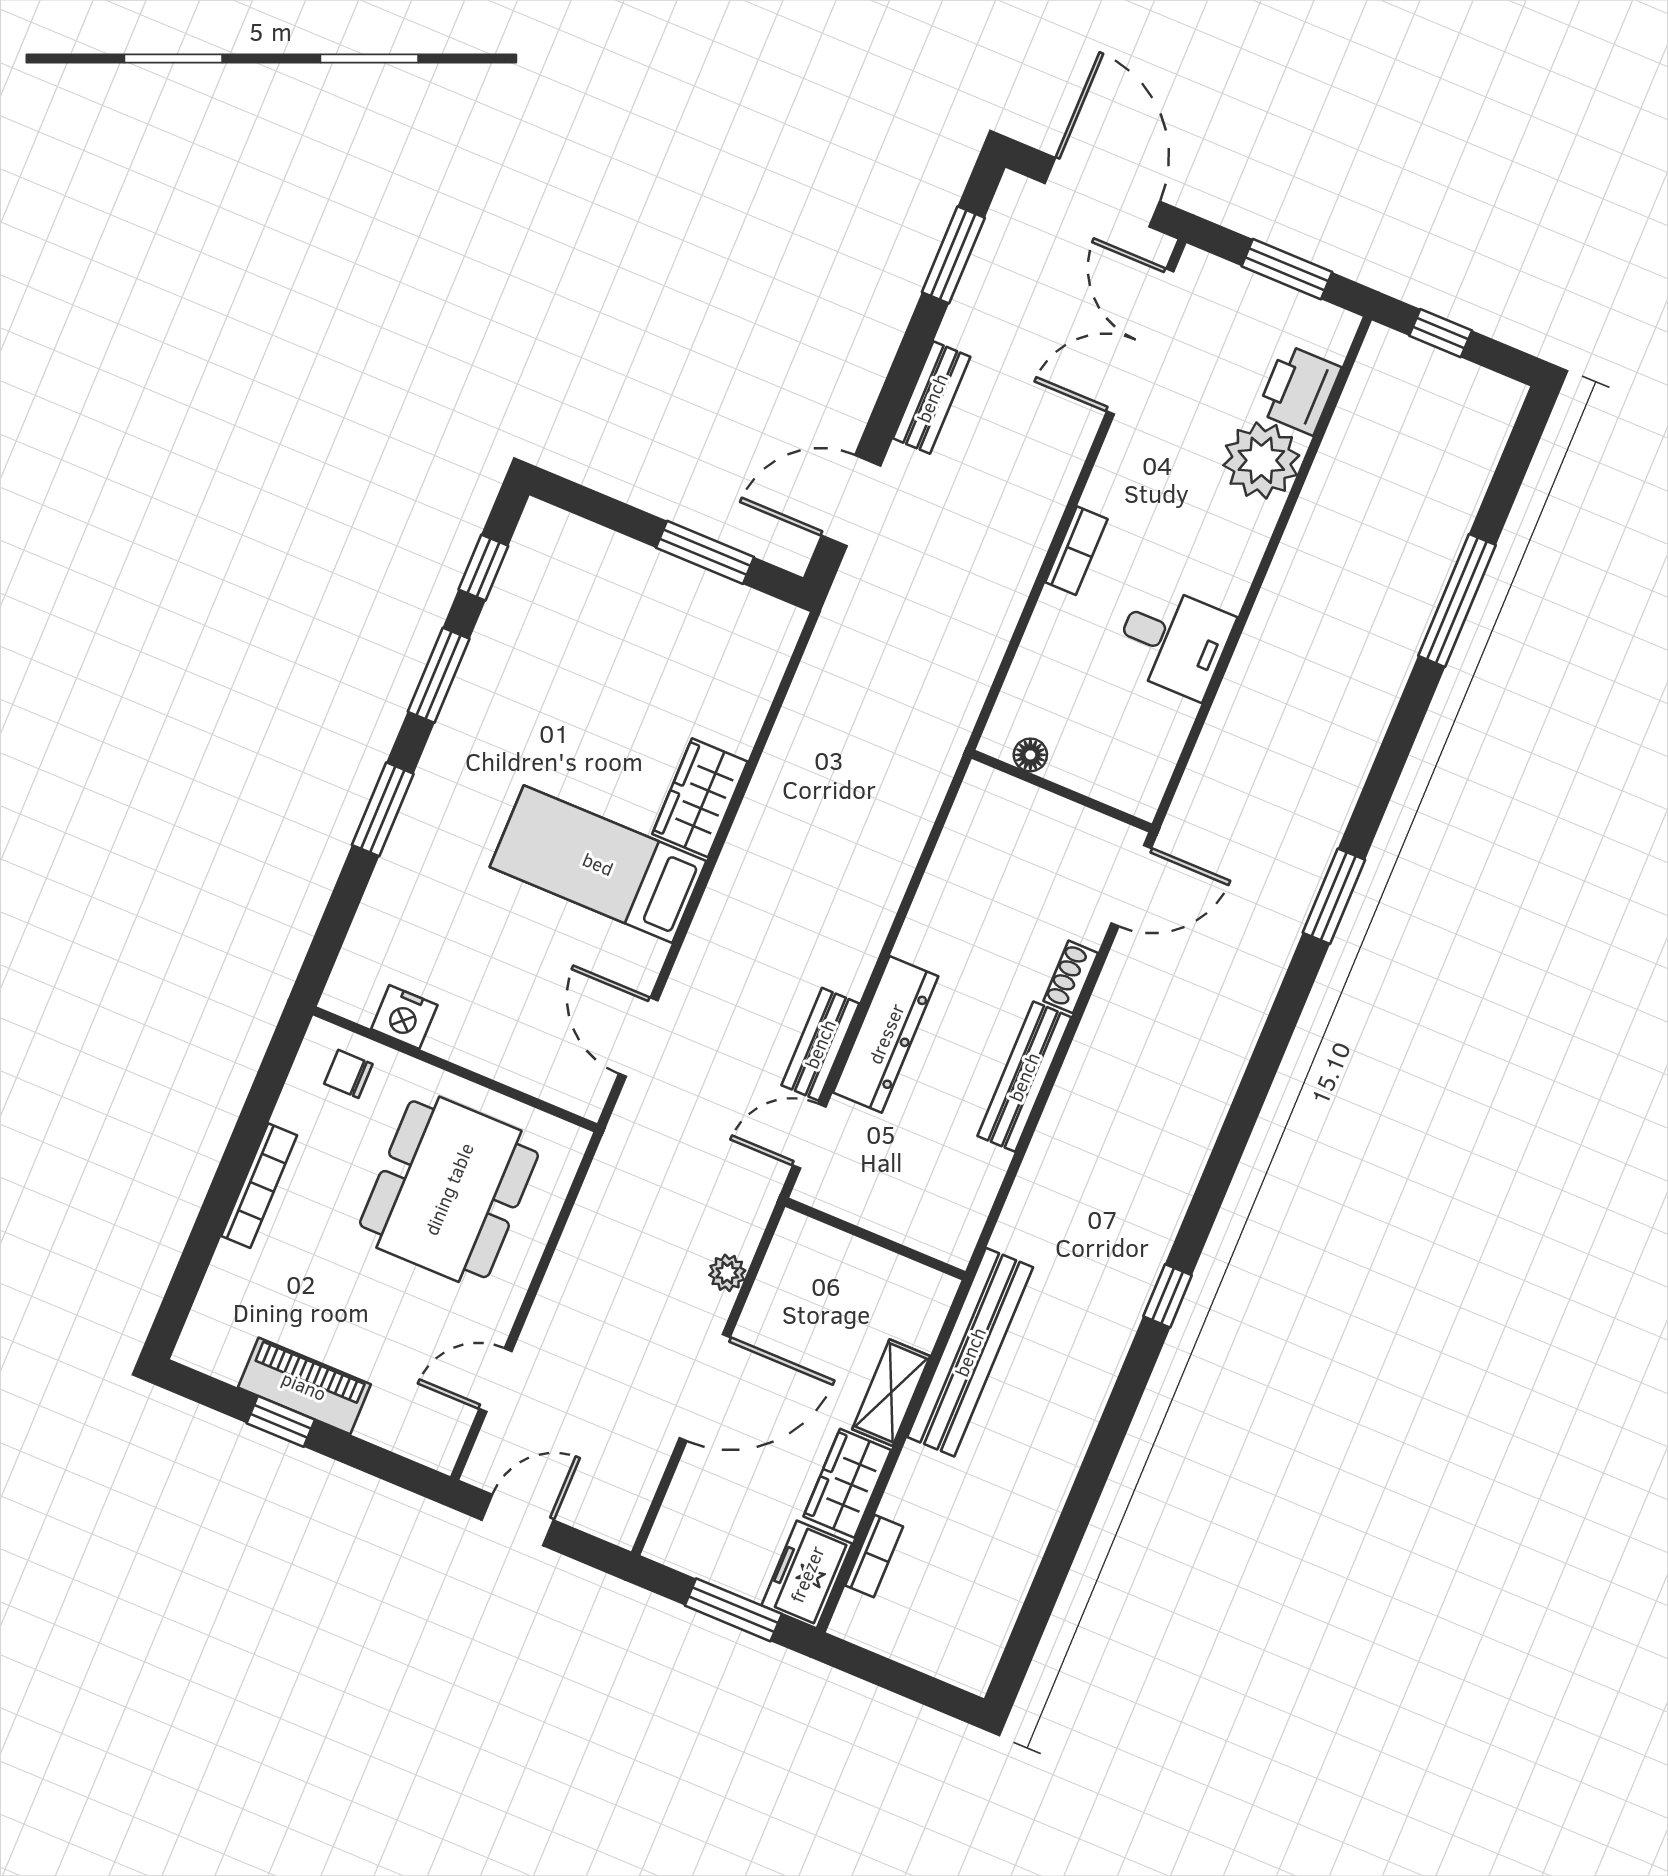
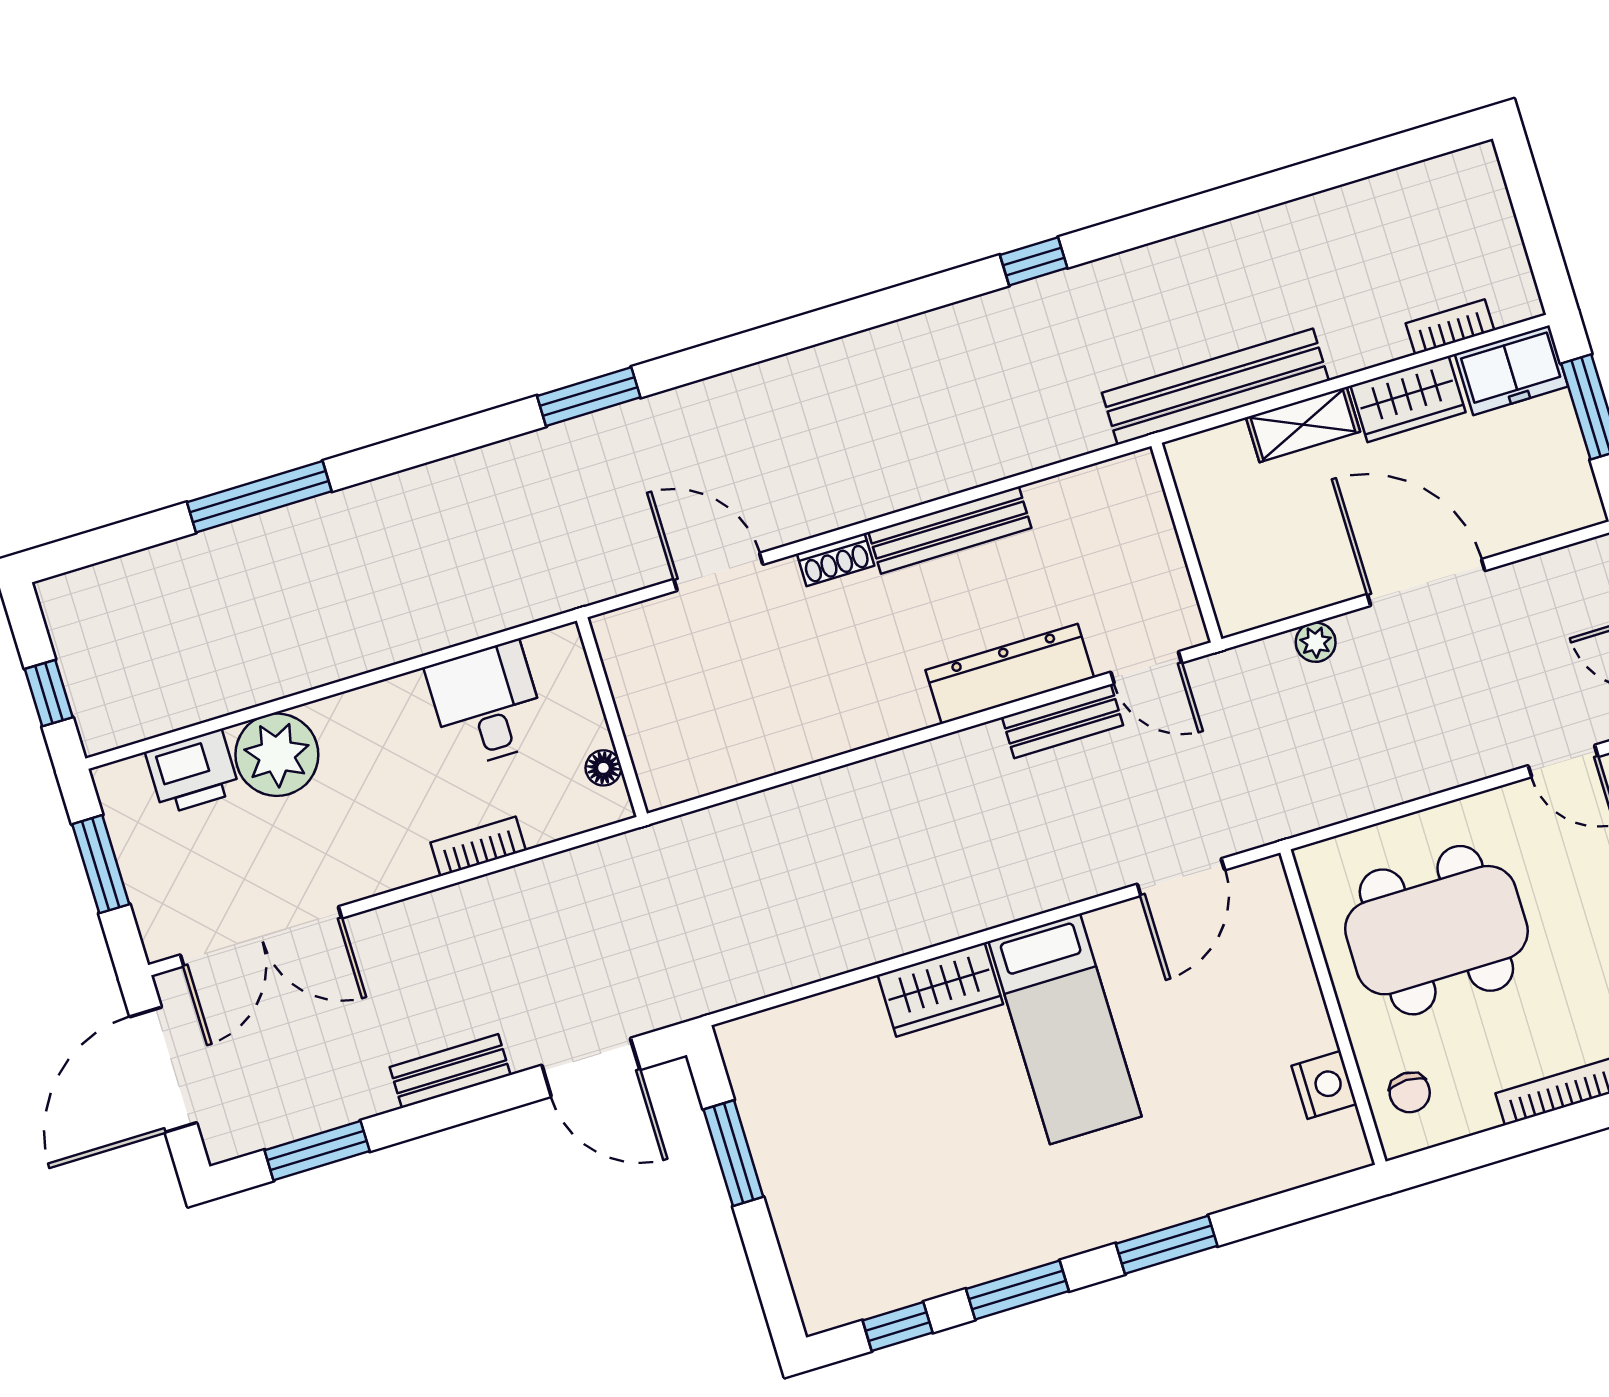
floor lamp: (1030, 755) -> (603, 768), moved
wall: (1062, 791) -> (612, 717), moved

